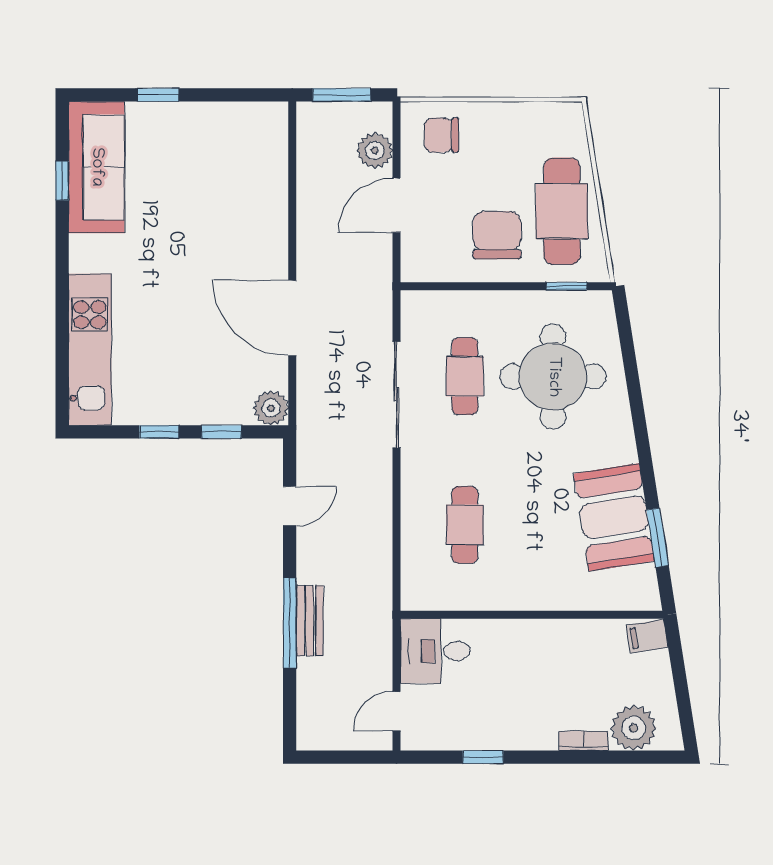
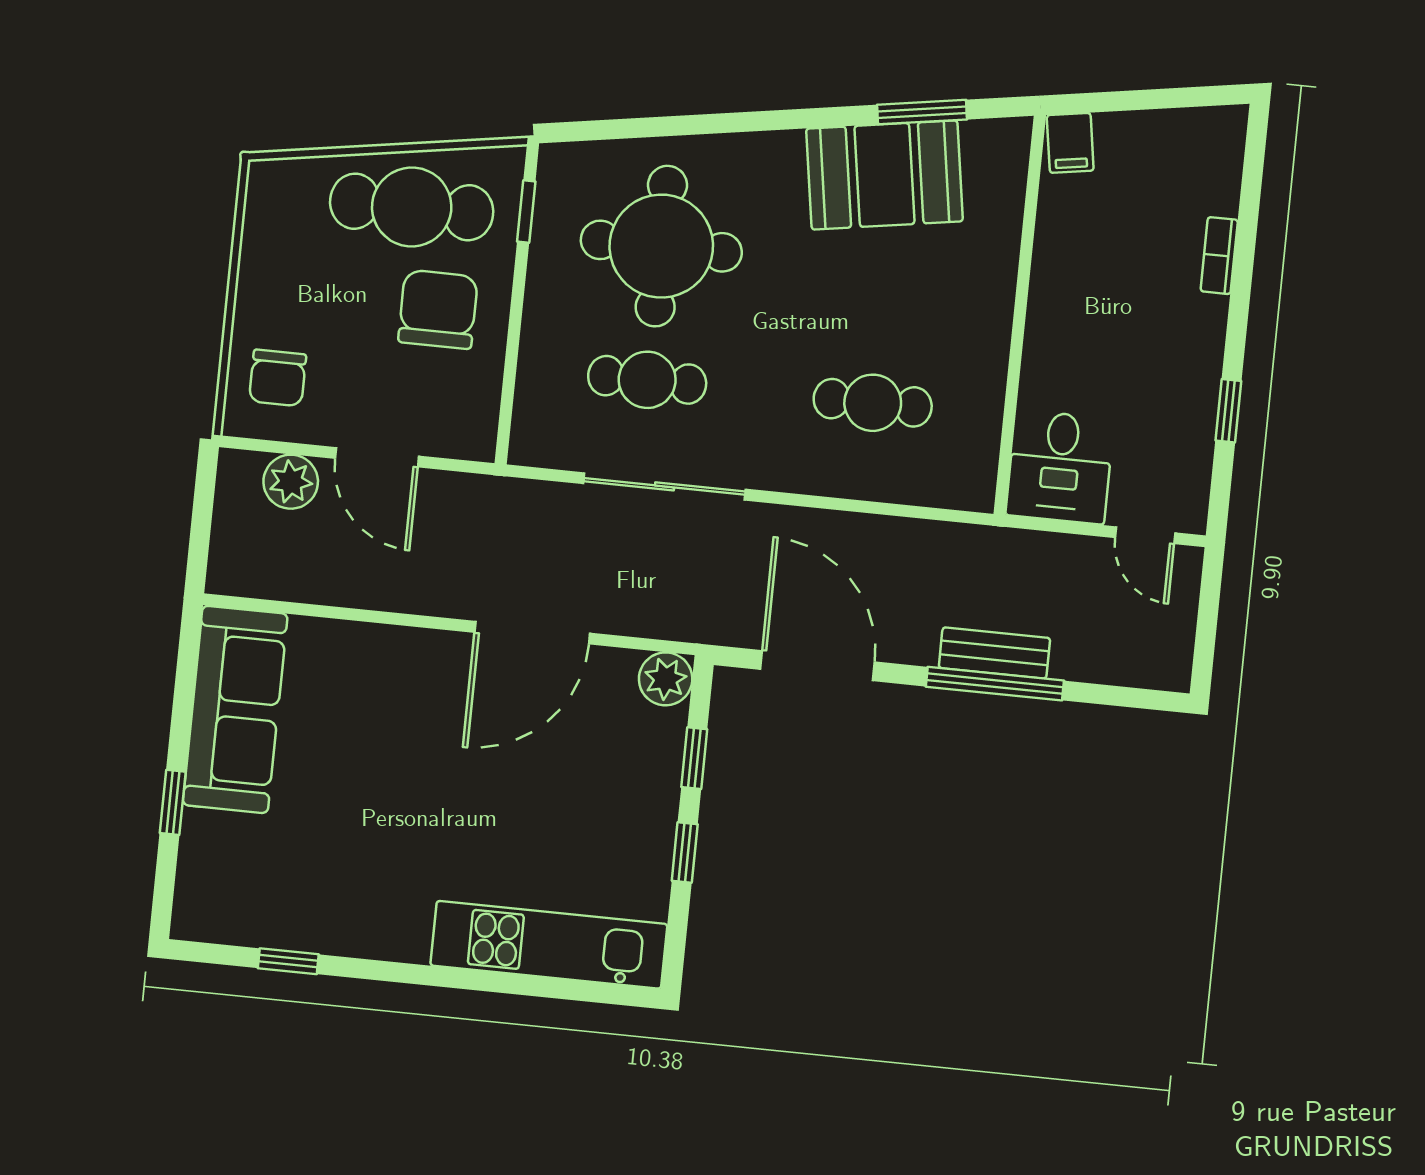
window: (342, 95) -> (201, 523), removed
sofa: (96, 167) -> (235, 709), moved, turned 90
chair: (497, 235) -> (438, 309), turned 90
door: (290, 506) -> (817, 666), width x1.87
plant: (634, 728) -> (1207, 178), removed

